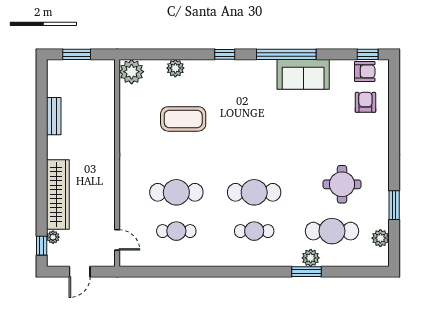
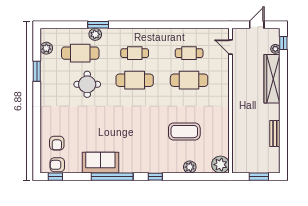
round table: (342, 184) -> (87, 84), moved

